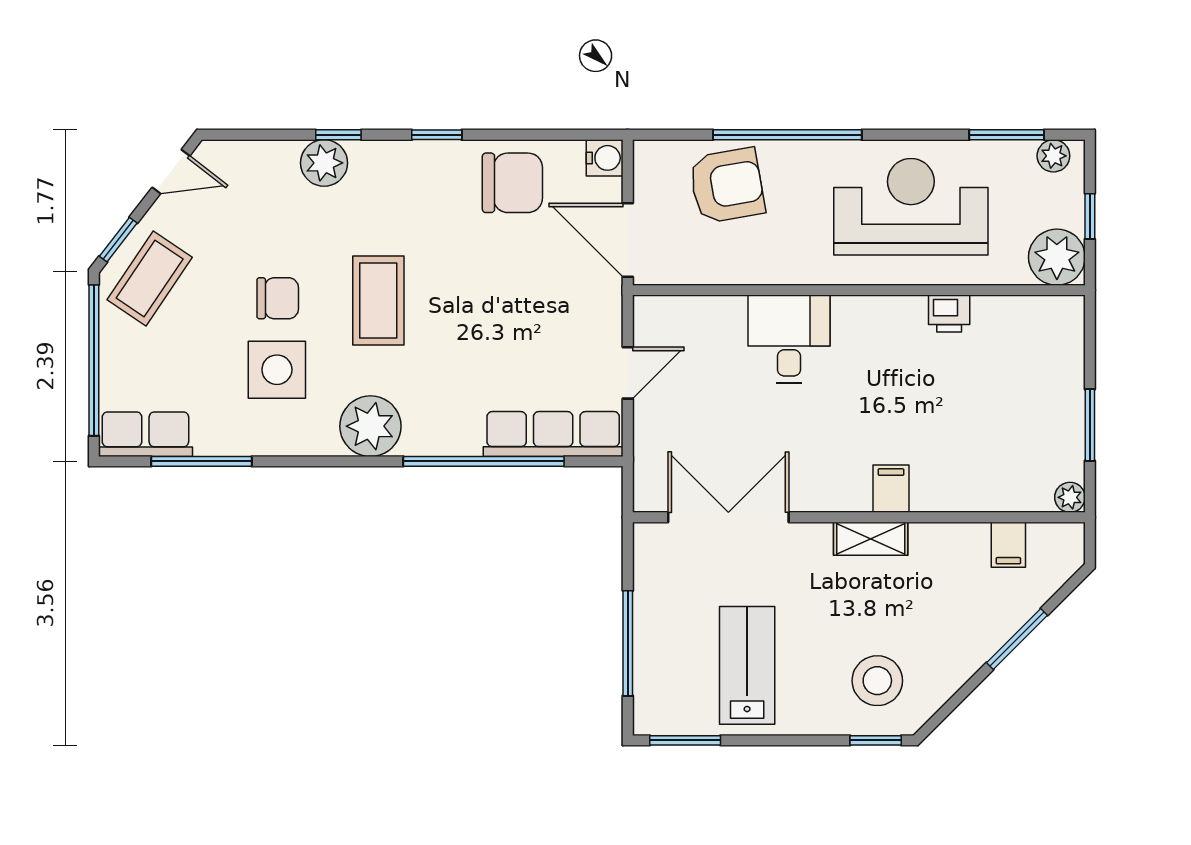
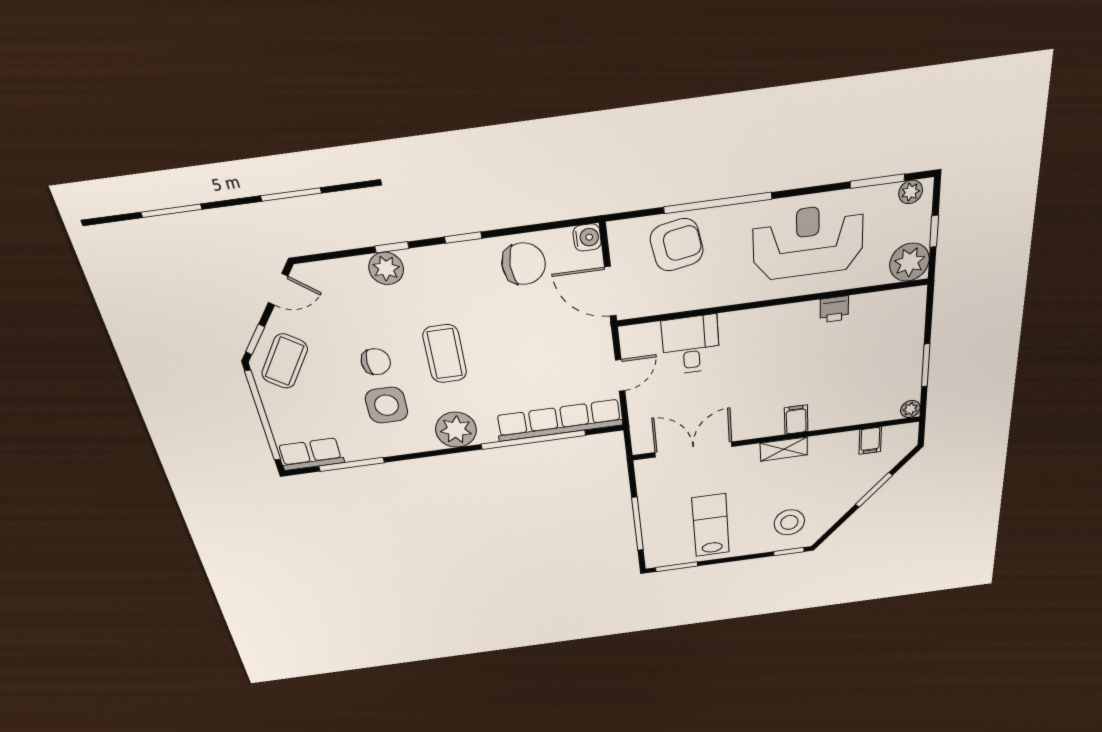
desk: (789, 339) -> (691, 345), moved
row of seats: (553, 434) -> (559, 420), width x1.36

